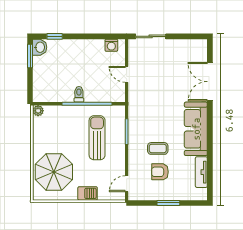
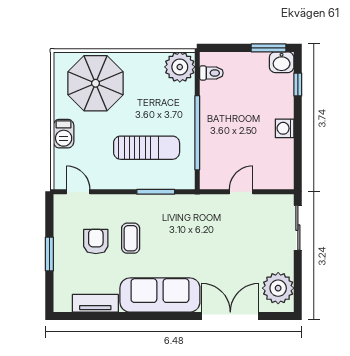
washing machine: (111, 45) -> (285, 128), moved
plant: (191, 50) -> (278, 288), added
toilet: (79, 94) -> (211, 73), moved
plant: (38, 111) -> (180, 67), width x1.88, depth x1.88

